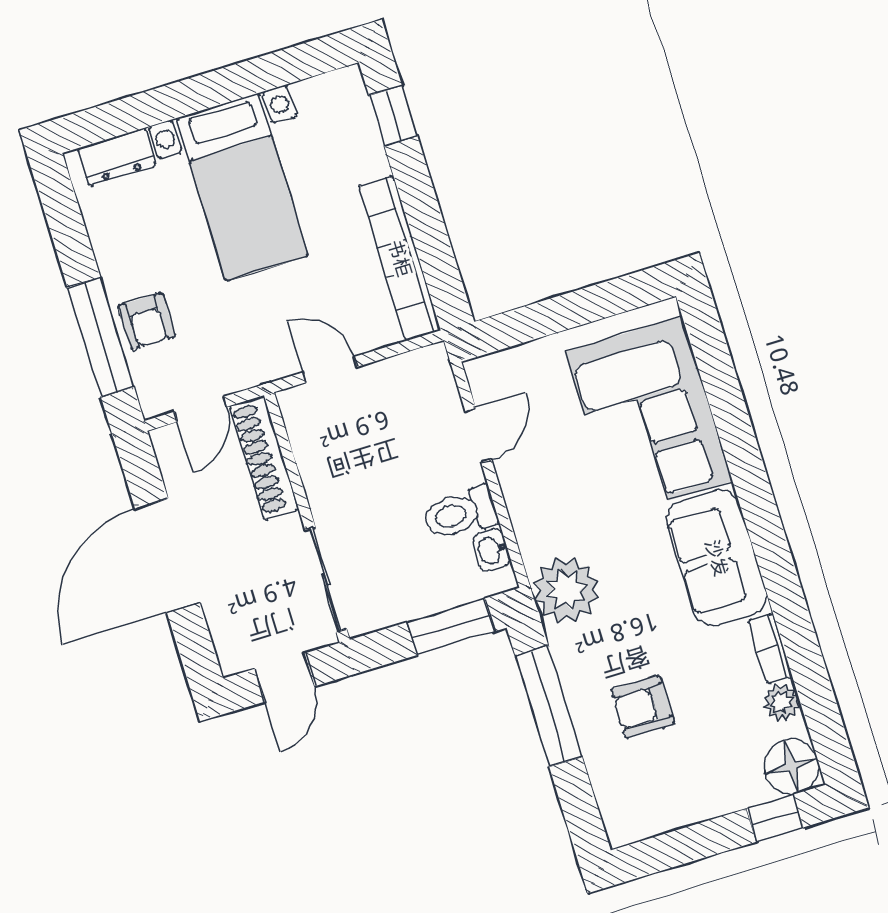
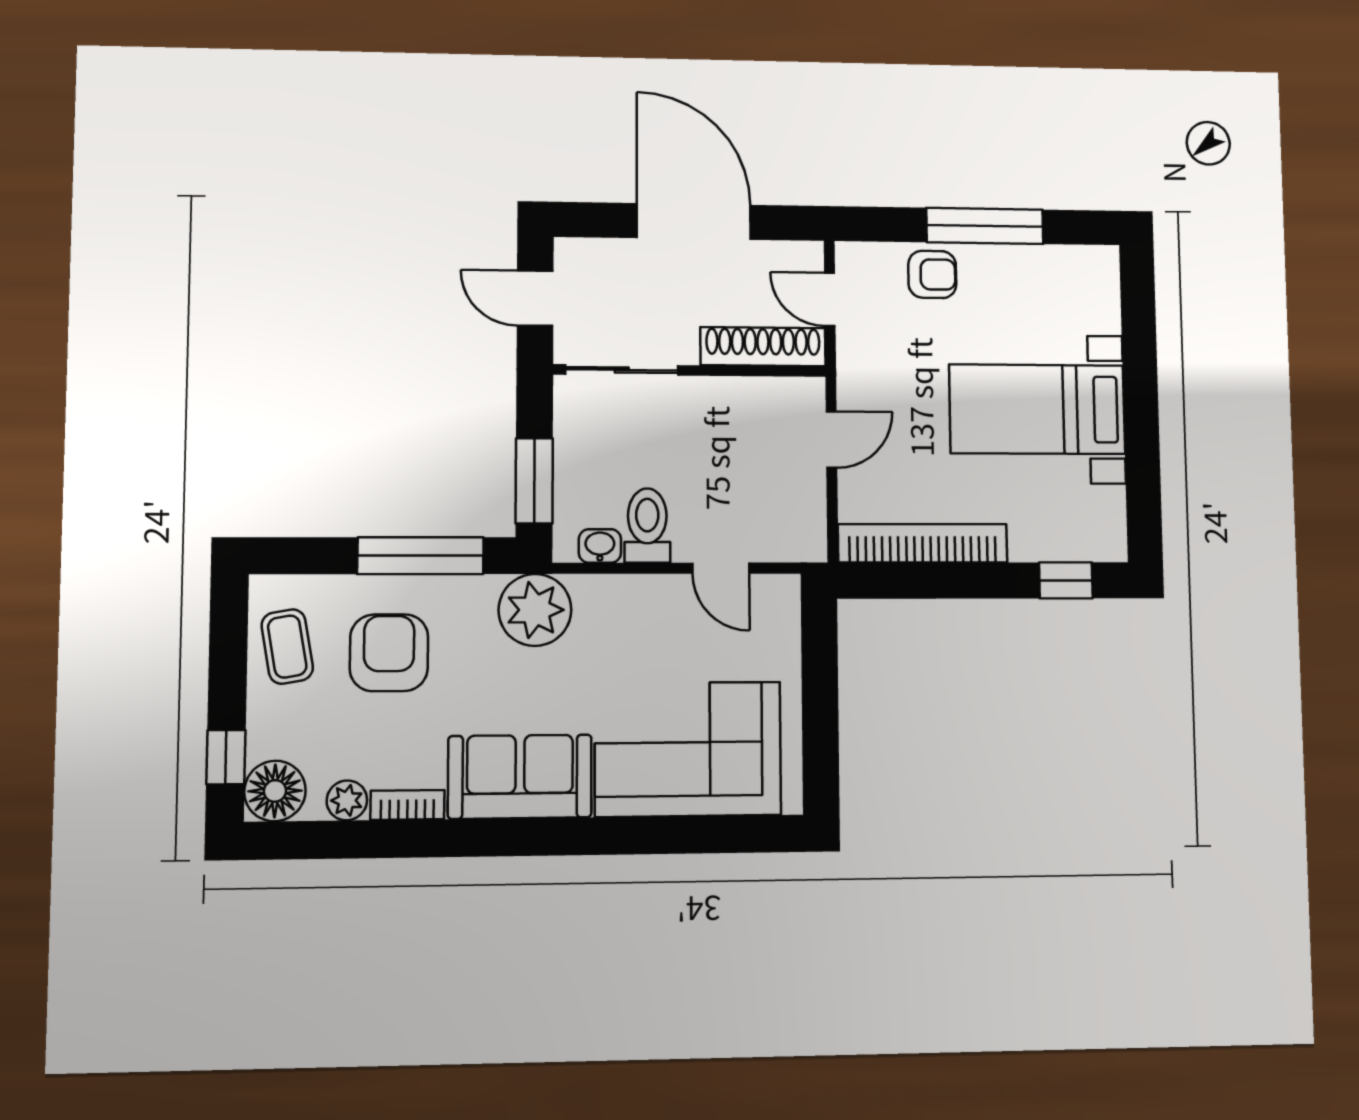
dresser: (117, 157) -> (1101, 297), removed
armchair: (147, 321) -> (932, 274), turned 180
window: (101, 337) -> (985, 226), moved
armchair: (643, 707) -> (389, 653), width x1.38, depth x1.38
coffee table: (664, 797) -> (287, 647), added

